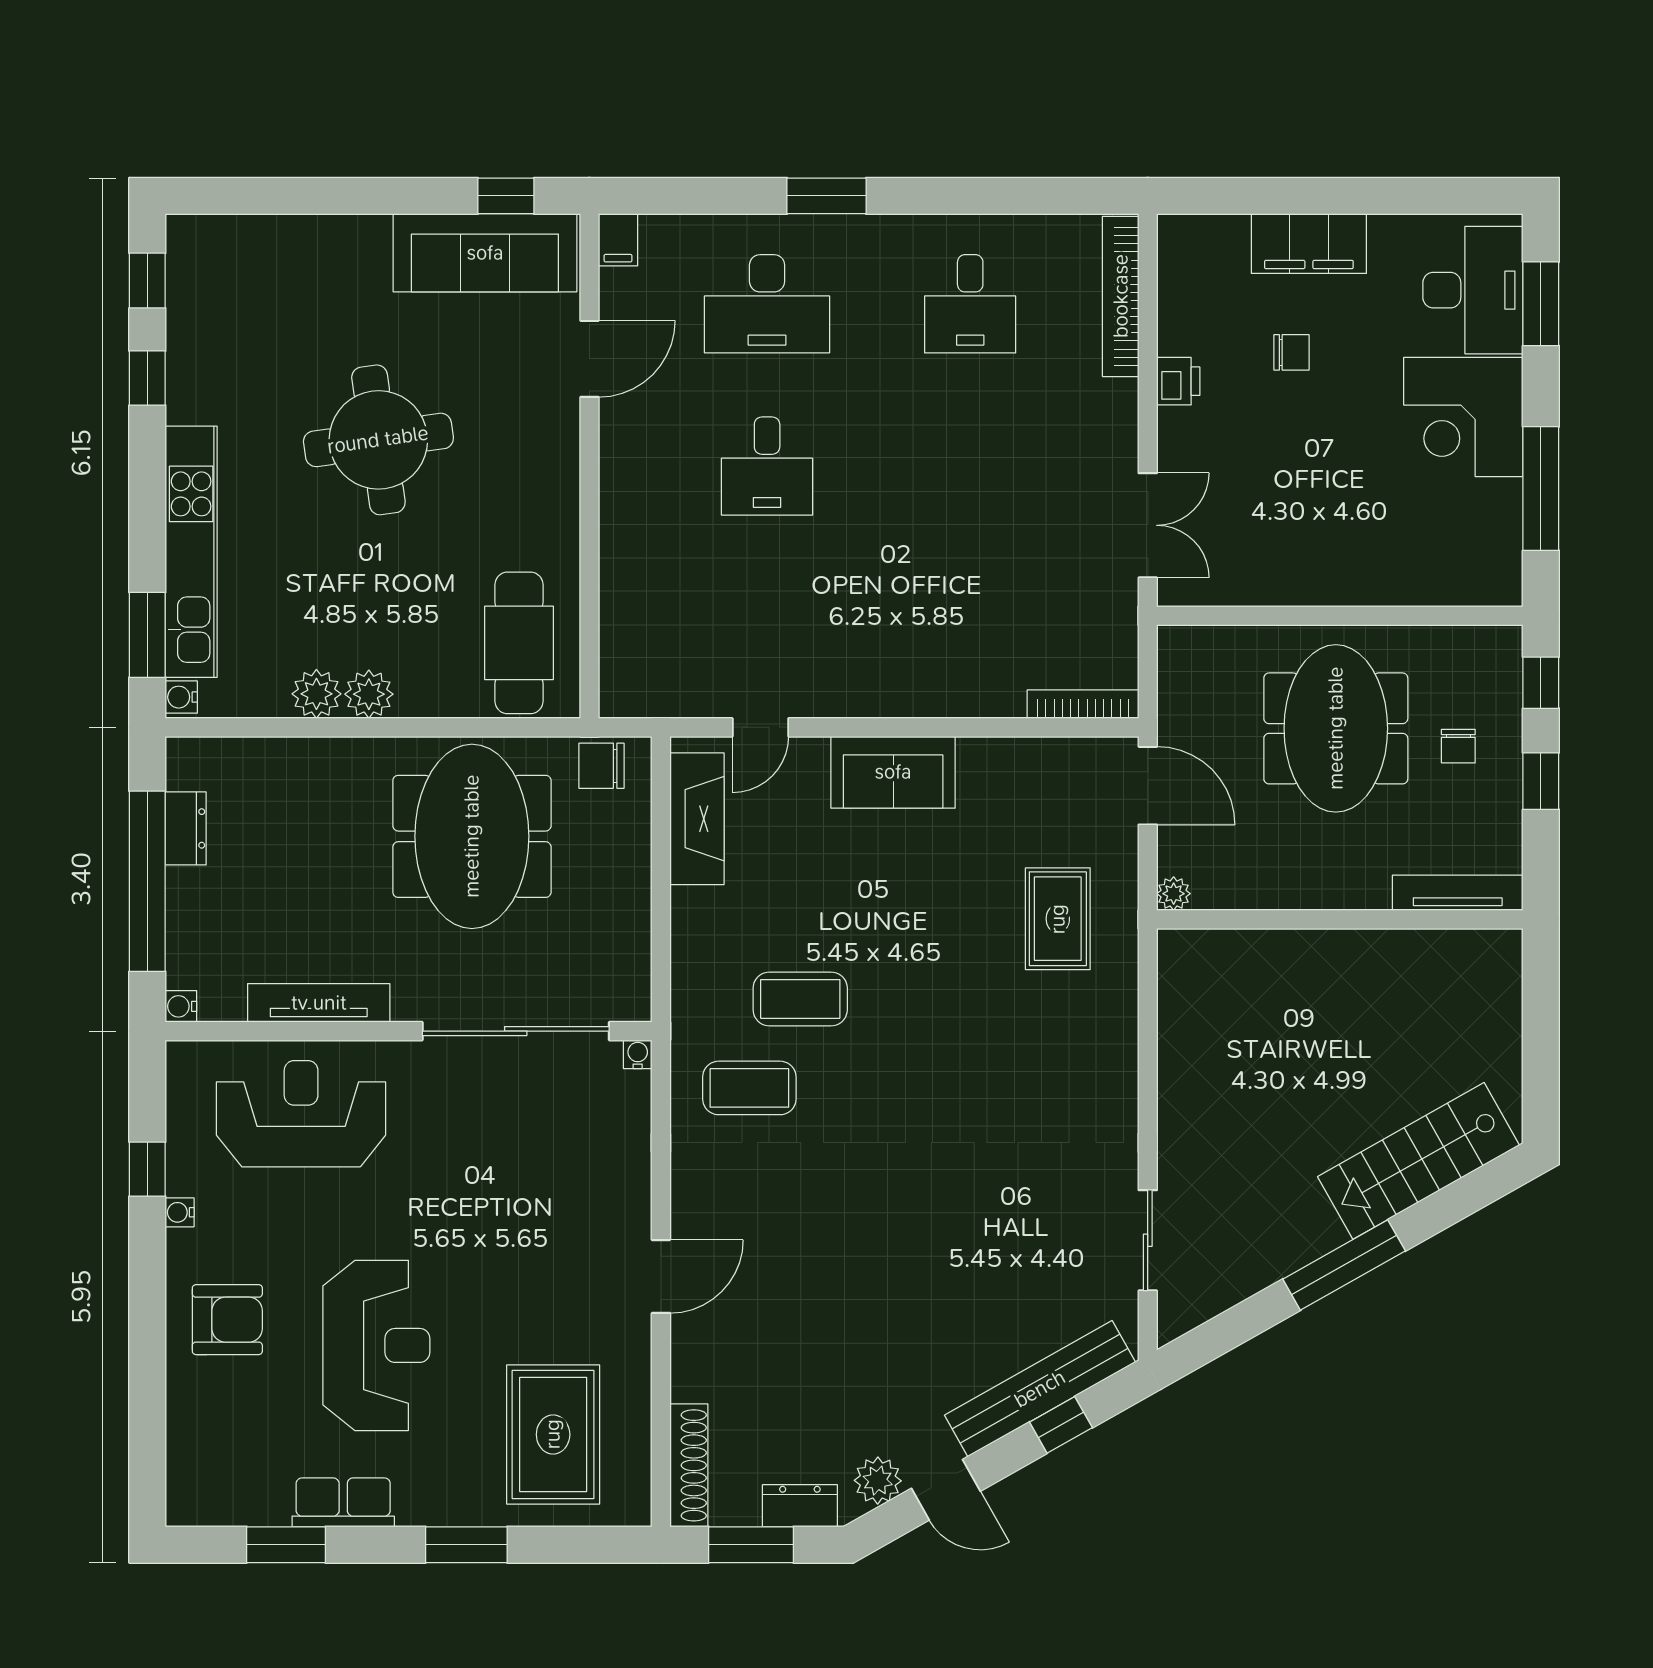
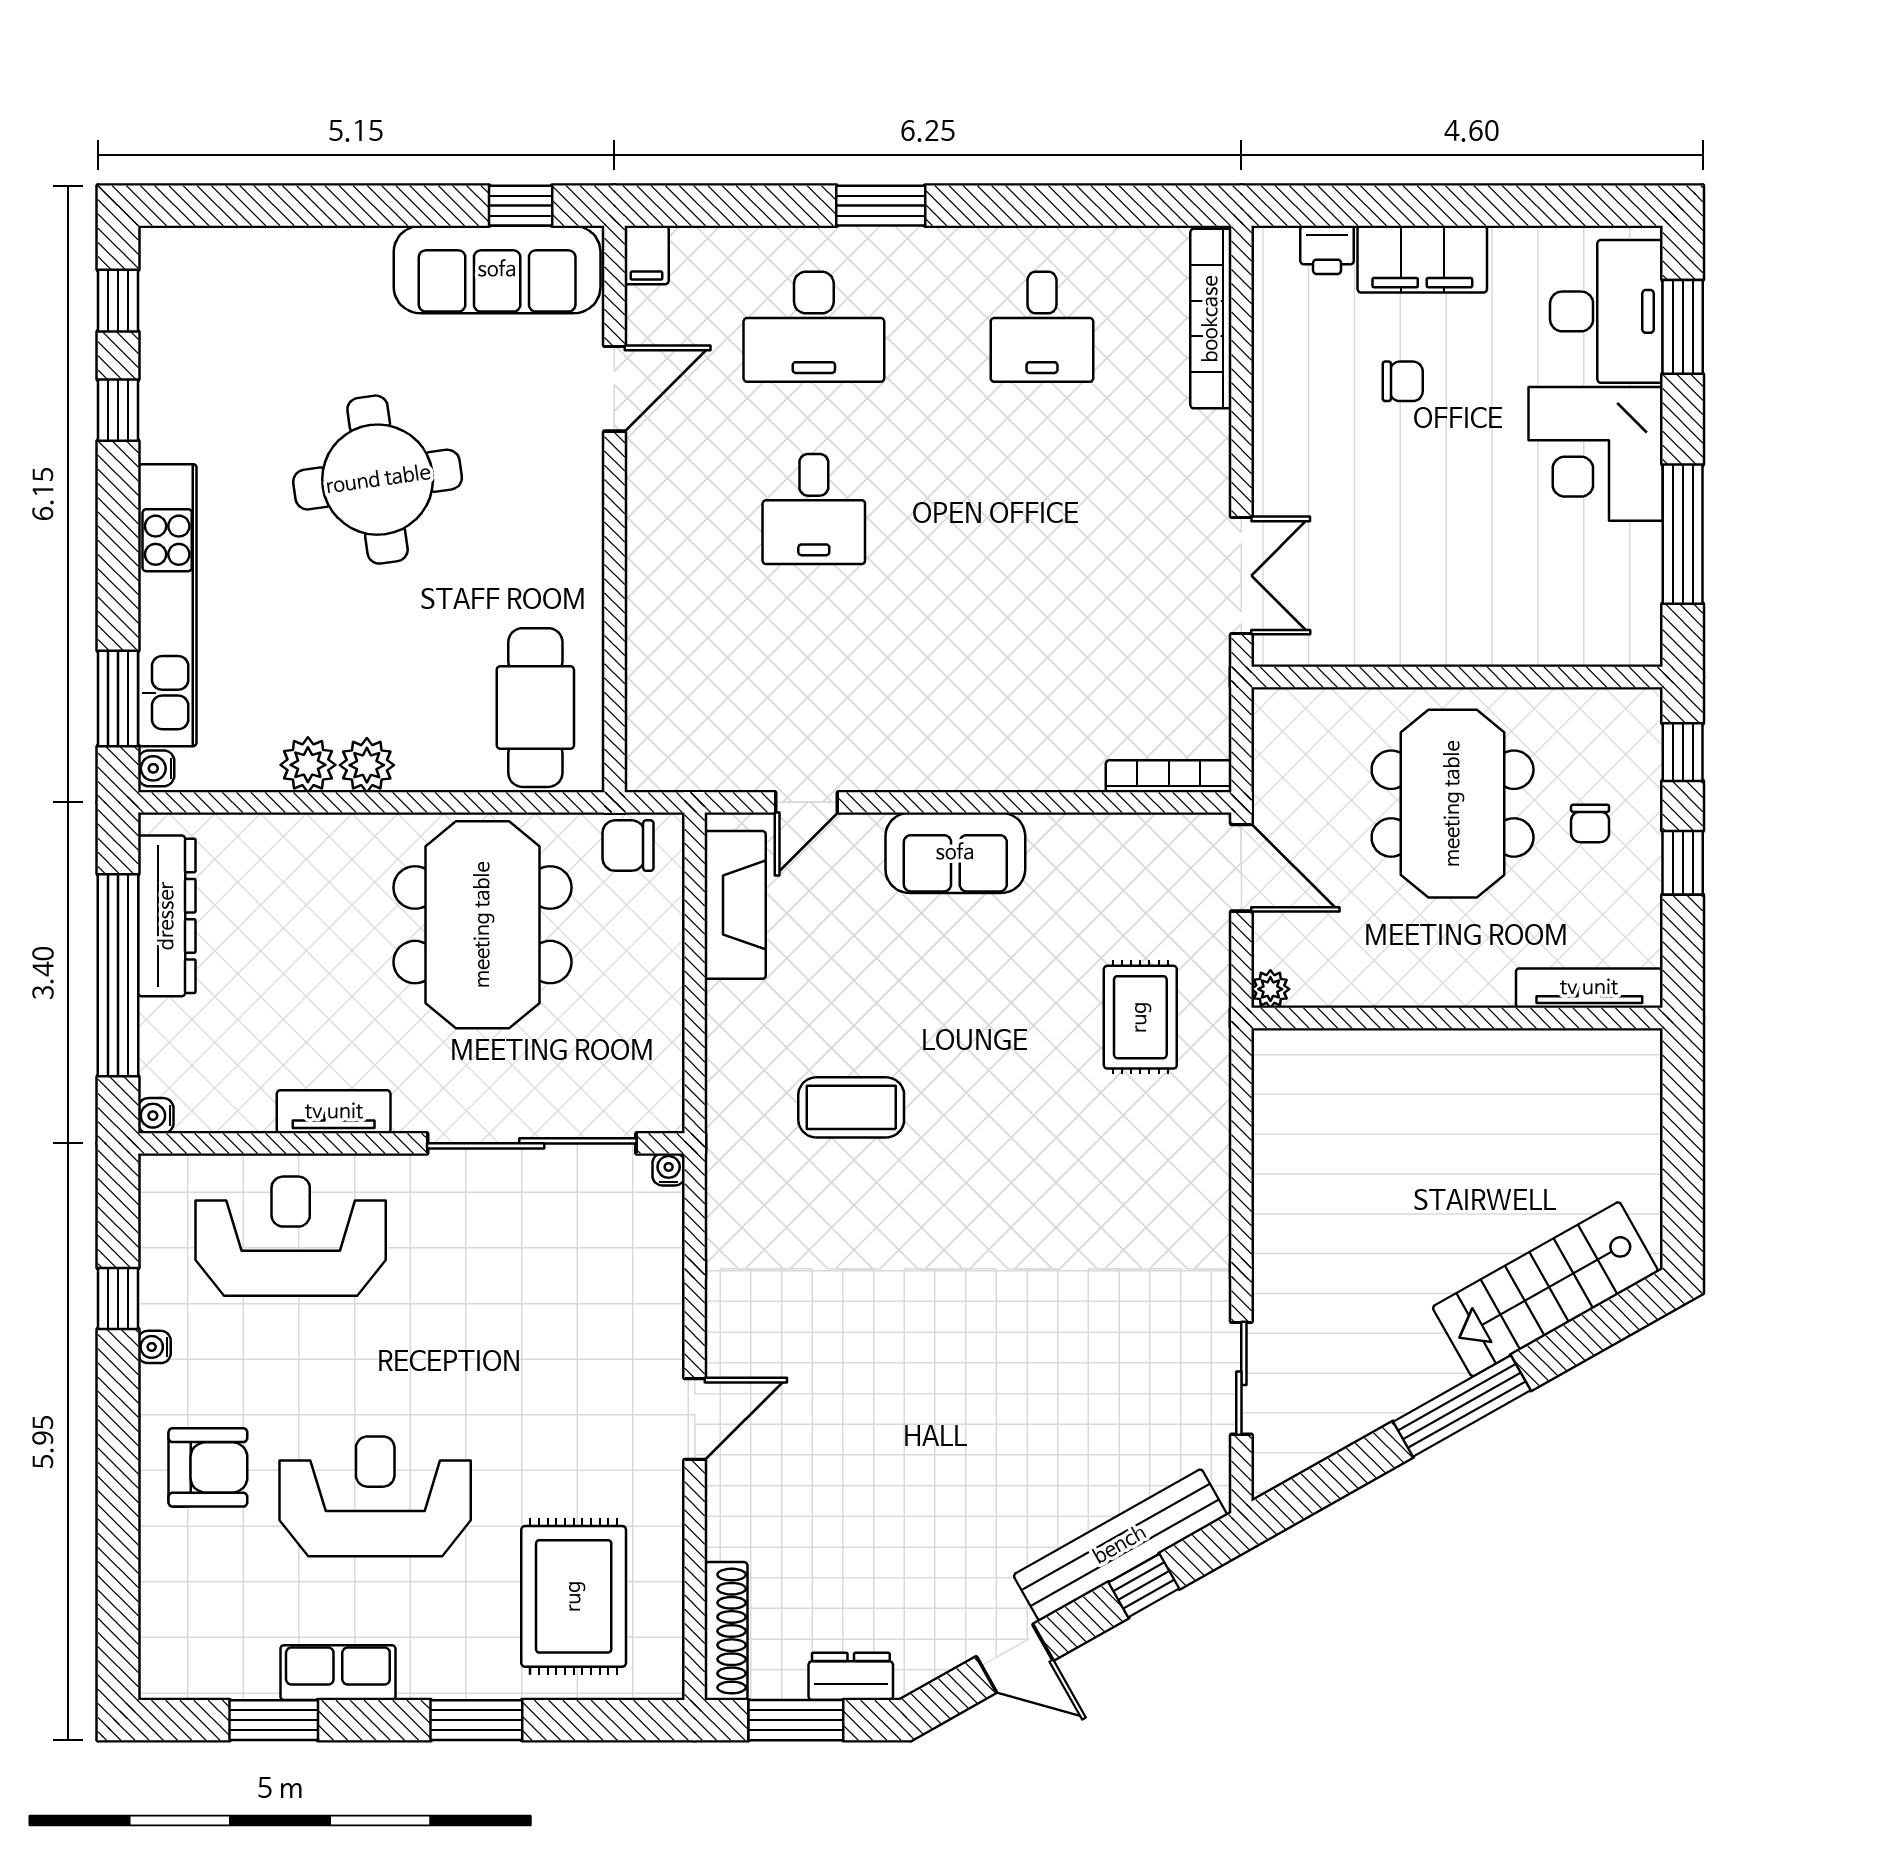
printer: (1178, 381) -> (1327, 250), moved, turned 90
dresser: (186, 828) -> (167, 916), width x1.96, depth x1.24
tv unit: (319, 1003) -> (334, 1112), width x0.71
coffee table: (749, 1088) -> (794, 1207), removed
reception desk: (376, 1345) -> (375, 1496), turned -90
plant: (878, 1481) -> (938, 1648), removed

